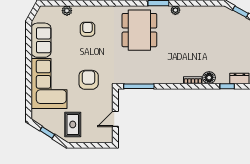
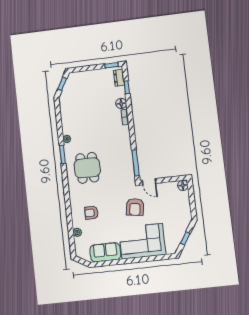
dining table: (139, 30) -> (87, 168), width x0.73
armchair: (89, 80) -> (135, 207), turned -82
door: (115, 119) -> (149, 182), moved
rug: (73, 124) -> (176, 217), removed
floor lamp: (107, 137) -> (183, 185), added

